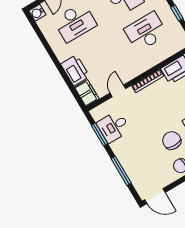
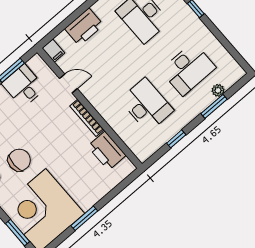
filing cabinet: (87, 93) -> (53, 51), width x0.50

